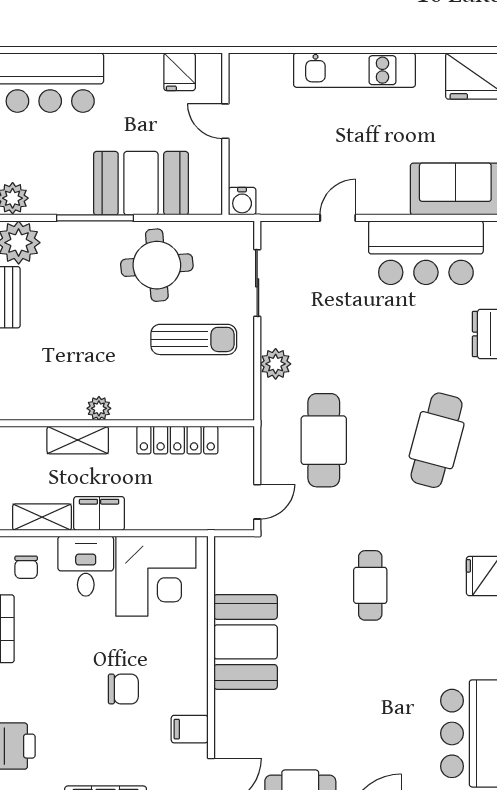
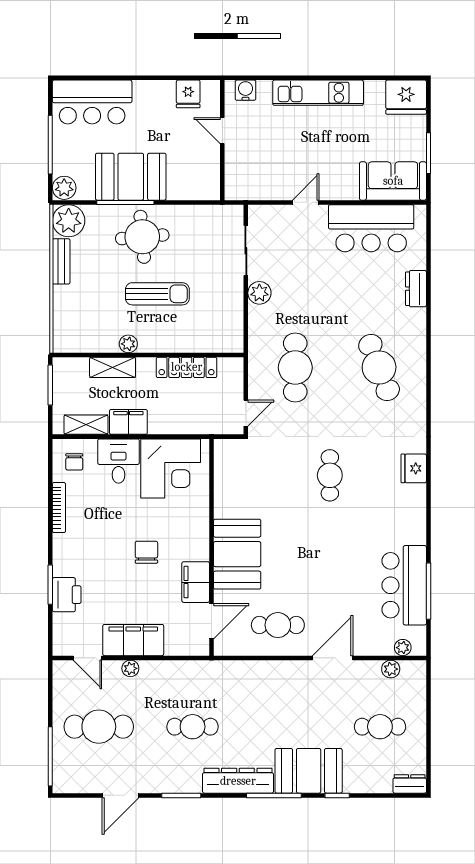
booth: (141, 183) -> (131, 177), moved
water cooler: (242, 201) -> (245, 90), moved, turned 180
round table: (157, 265) -> (142, 237), moved
sun lounger: (194, 339) -> (157, 294), moved
plant: (276, 364) -> (259, 293), moved
cafe table: (437, 440) -> (379, 367), turned -36
booth: (246, 642) -> (237, 554), moved
chair: (123, 689) -> (146, 552), turned -90
filing cabinet: (190, 729) -> (196, 582), width x2.00

